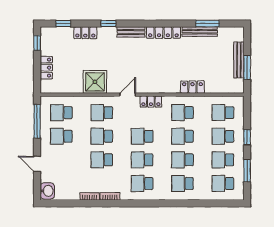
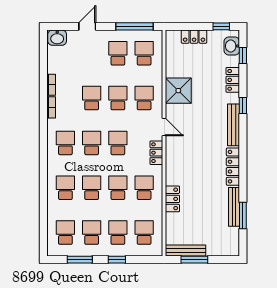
bench: (131, 32) -> (234, 125), width x1.36
washbasin: (55, 34) -> (232, 46), added
bench: (239, 60) -> (186, 250), moved

